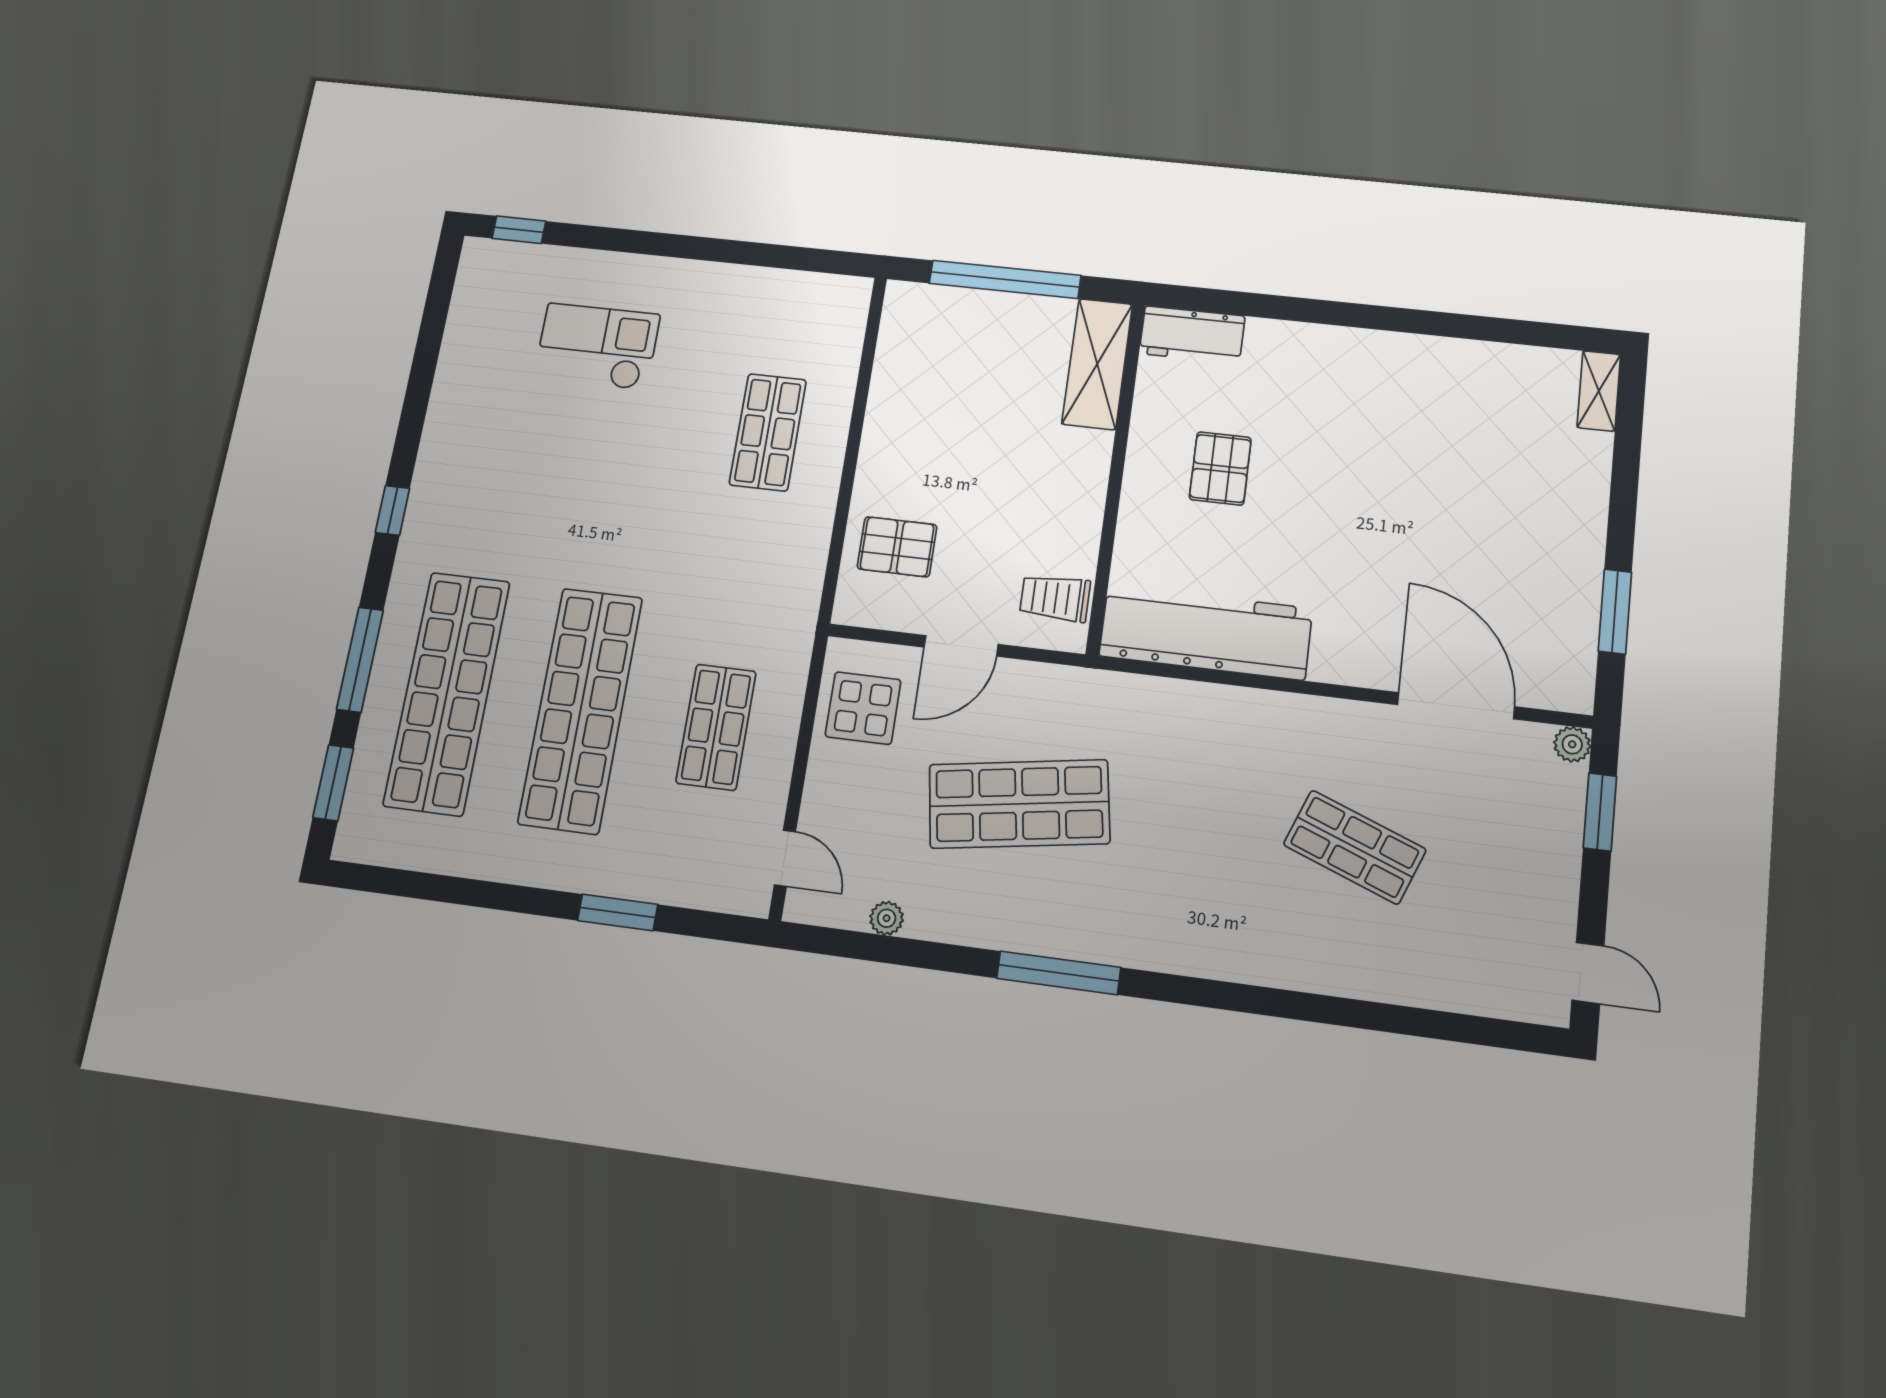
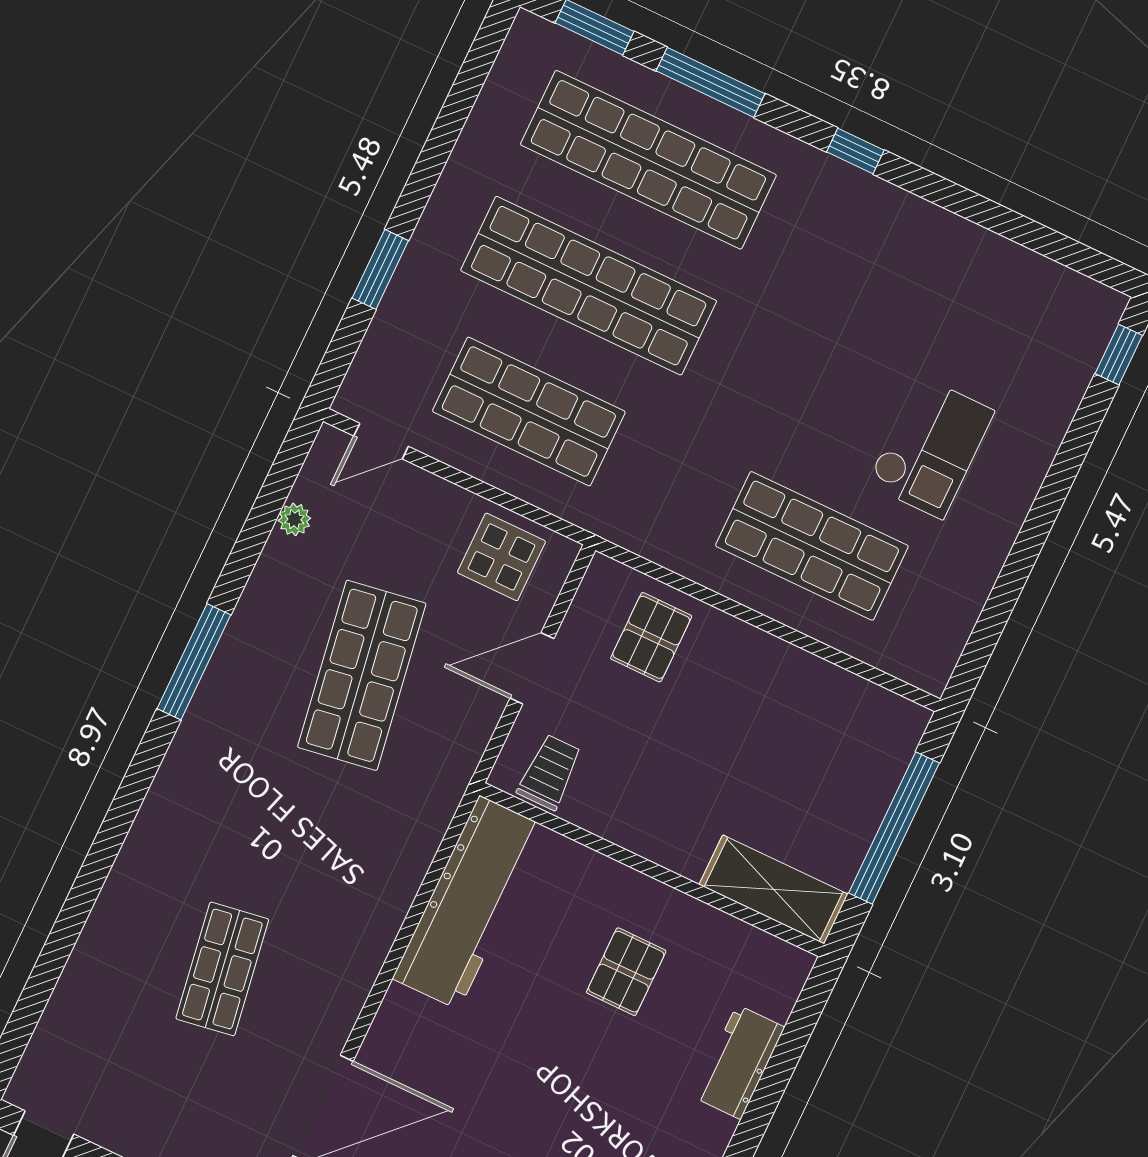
workbench: (1192, 335) -> (739, 1062), moved
checkout: (597, 346) -> (931, 447), moved
shop shelf: (768, 432) -> (812, 546), width x1.43, depth x1.36
pallet: (1220, 468) -> (626, 972), turned 90
door: (961, 646) -> (532, 668), hinge flipped
shop shelf: (716, 727) -> (529, 412), width x1.43, depth x1.36
shop shelf: (1355, 847) -> (222, 969), turned -30

